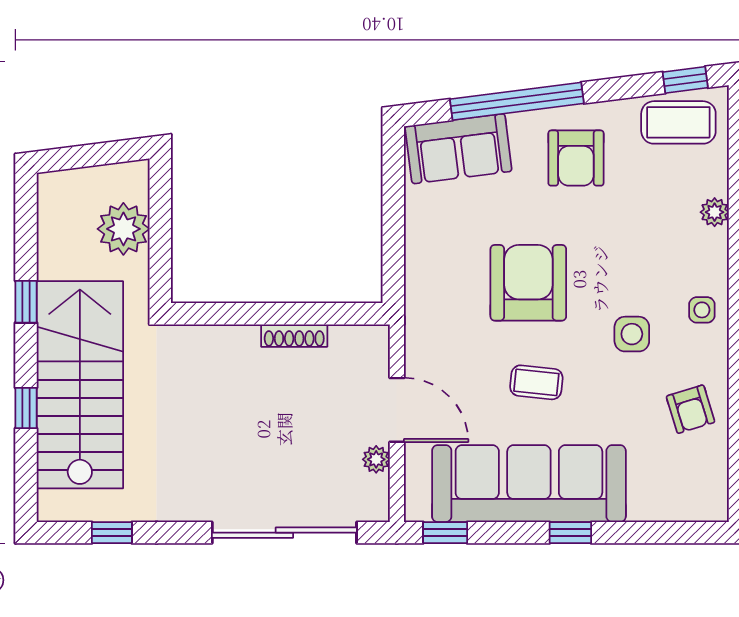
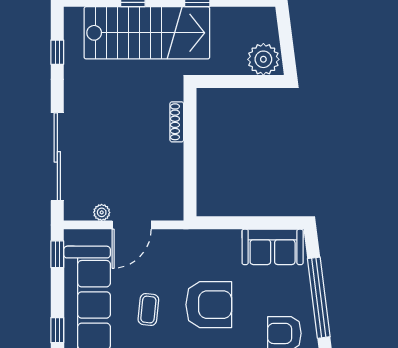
sofa: (458, 149) -> (273, 247), moved, turned -83
plant: (123, 229) -> (263, 59), moved
shoe rack: (294, 336) -> (177, 122), moved

